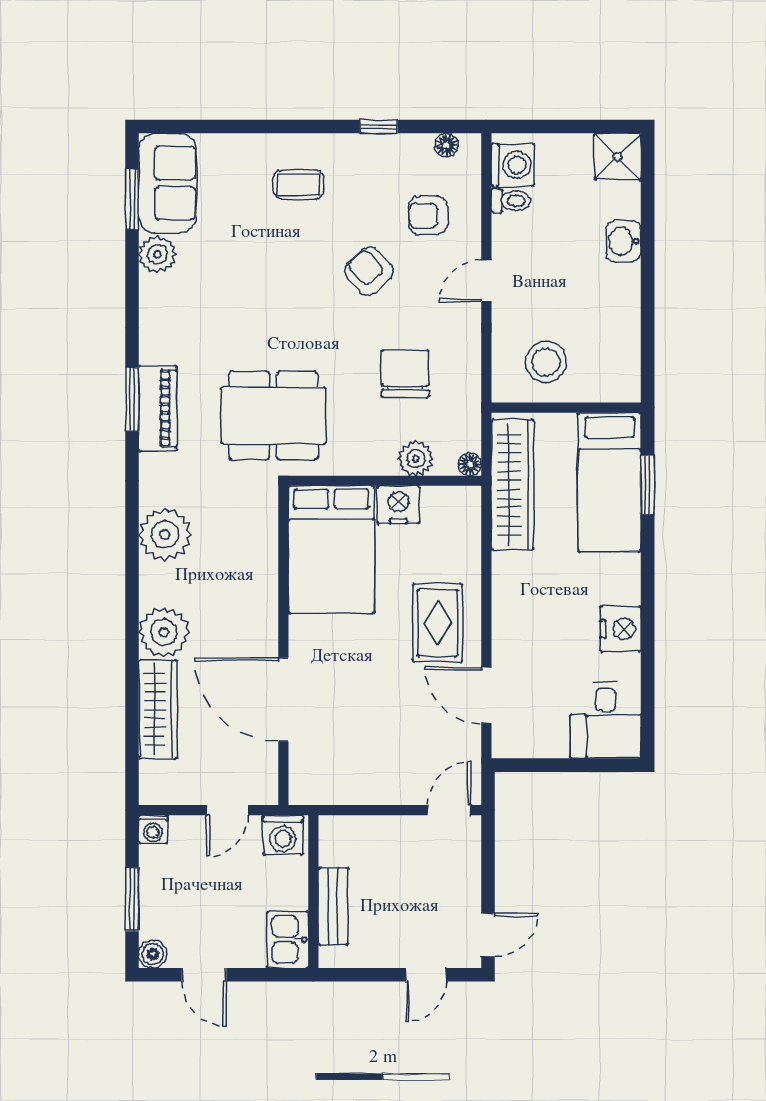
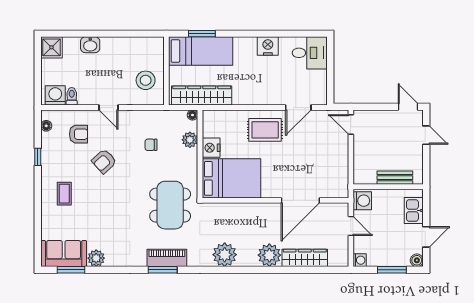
armchair: (428, 216) -> (78, 134), turned -90
chair: (405, 374) -> (151, 145), width x0.54, depth x0.54
kitchen sink: (288, 940) -> (414, 210), moved, turned 90

